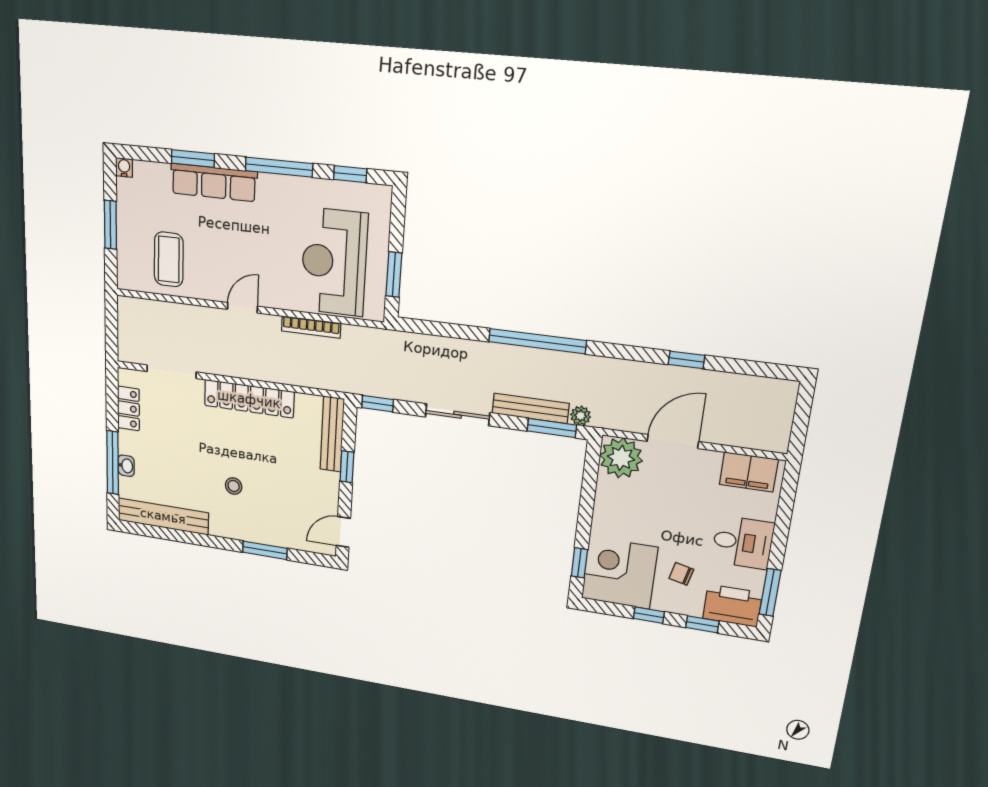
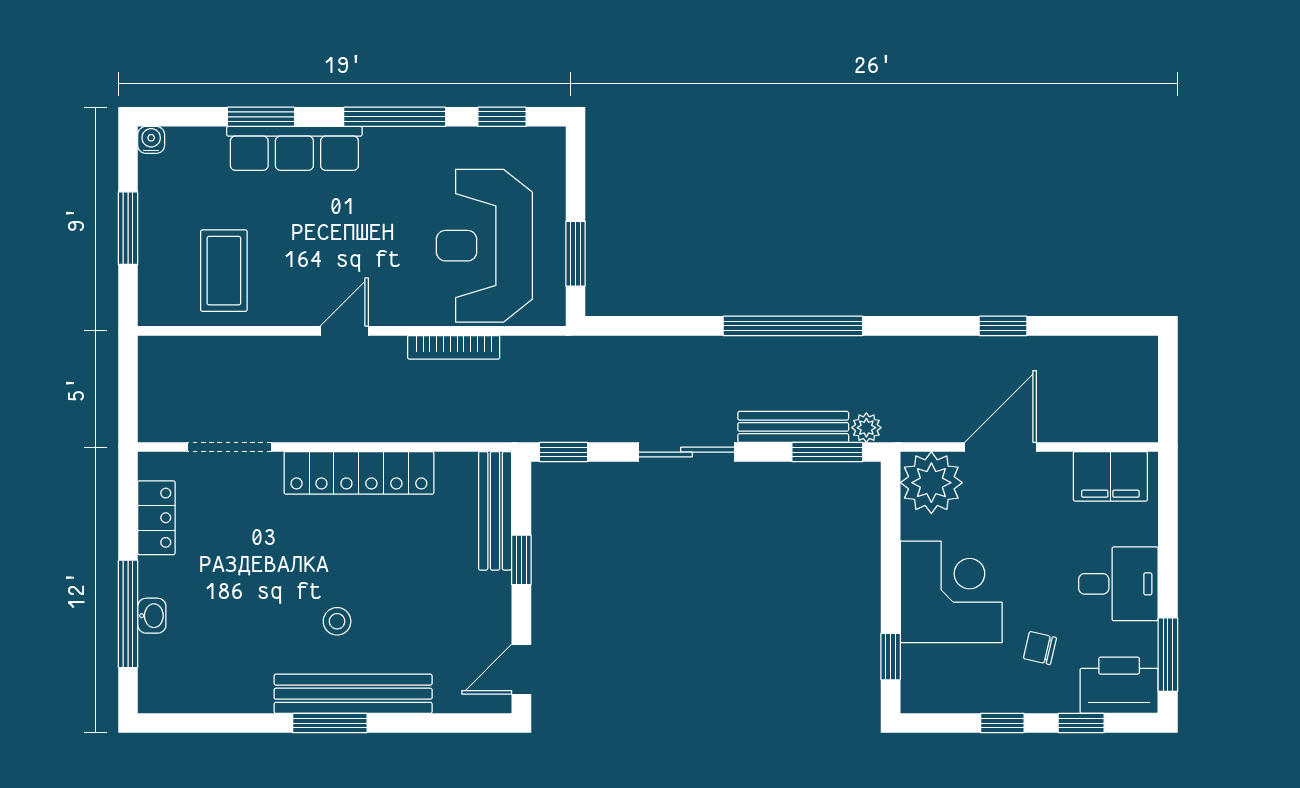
bench: (163, 516) -> (353, 694), moved
window: (265, 550) -> (330, 723), moved
corner desk: (619, 573) -> (951, 592), moved, turned 90

